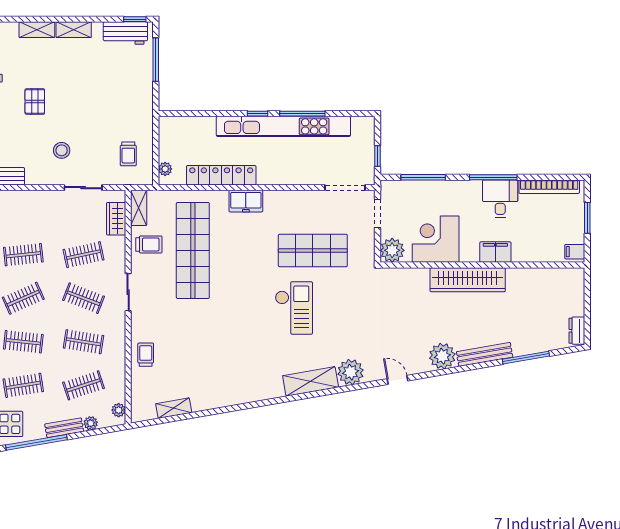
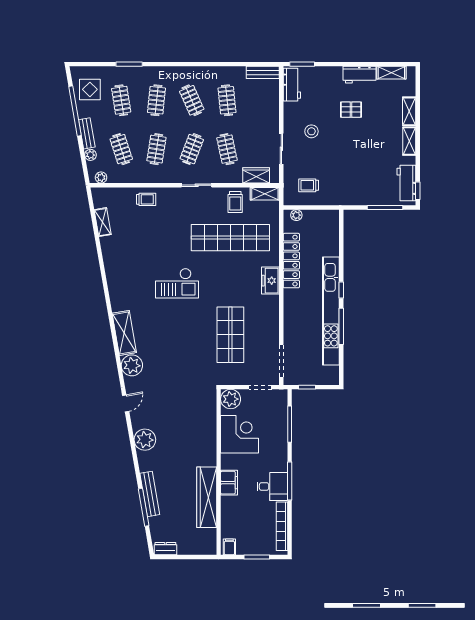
wardrobe: (468, 280) -> (207, 497), moved
checkout: (294, 308) -> (177, 283), moved
bench: (485, 354) -> (150, 494), moved

